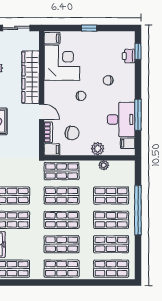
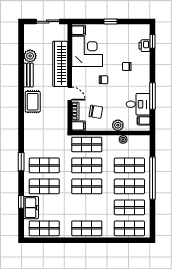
desk: (121, 119) -> (138, 104), width x0.73
shop shelf: (62, 244) -> (87, 207), removed

